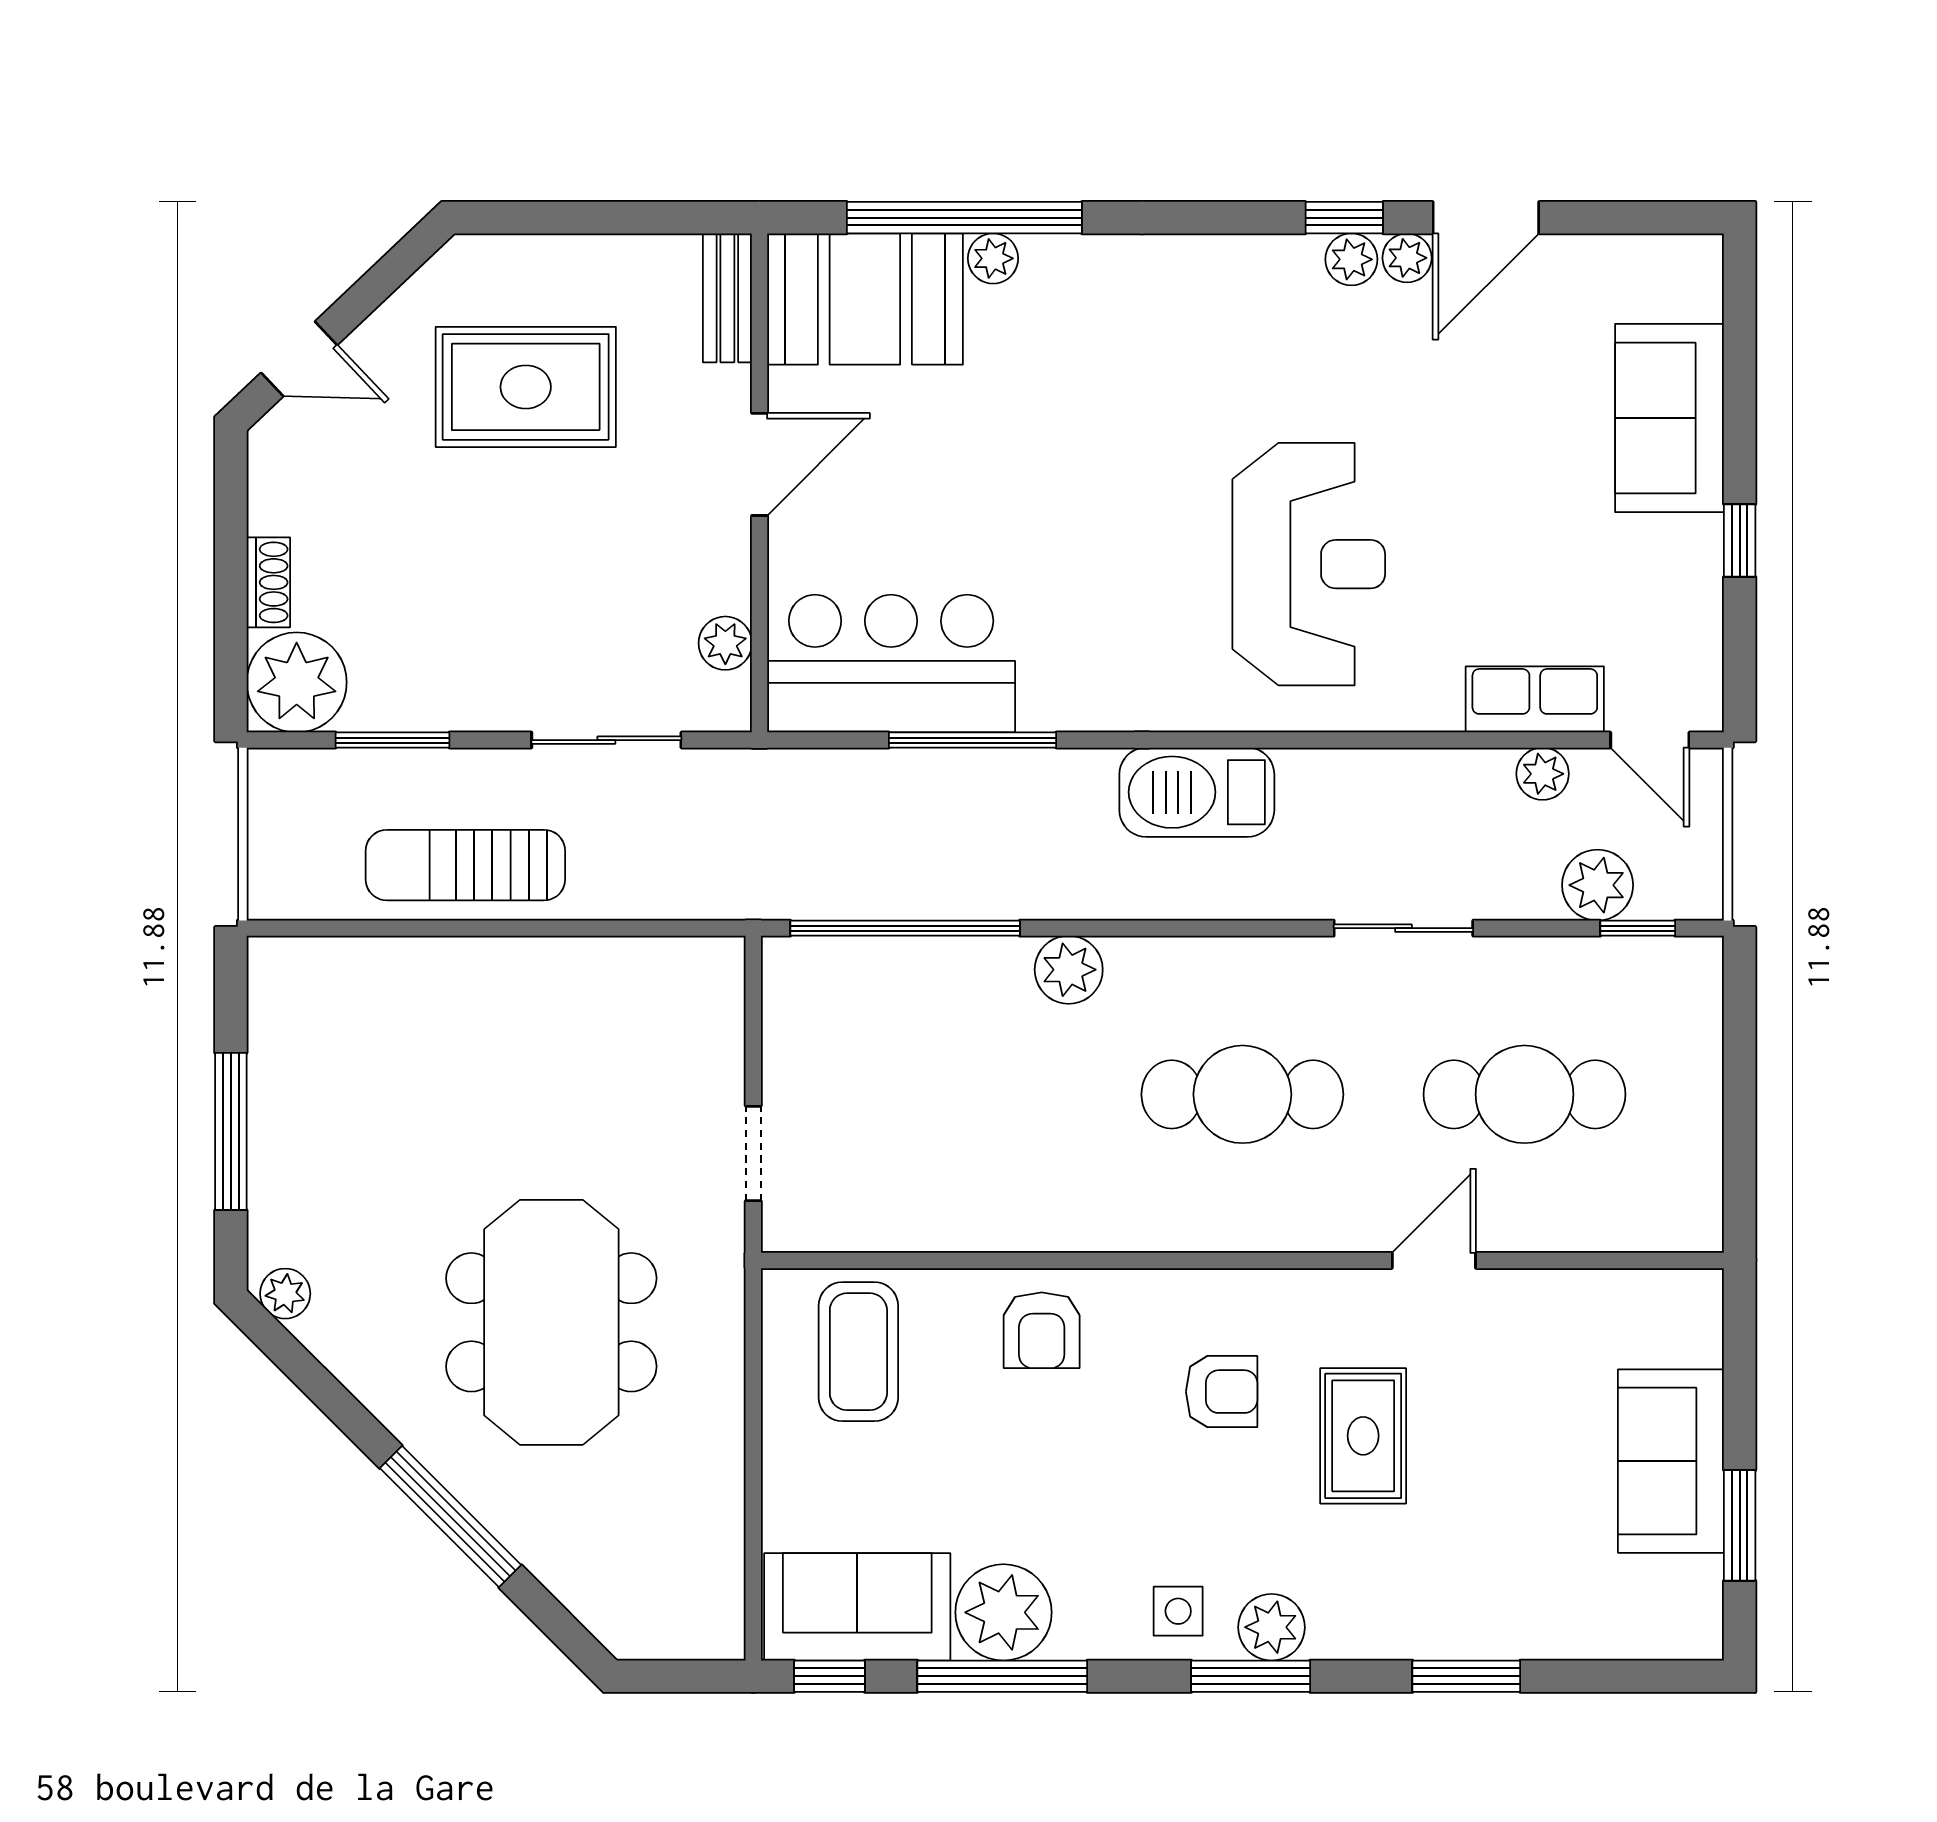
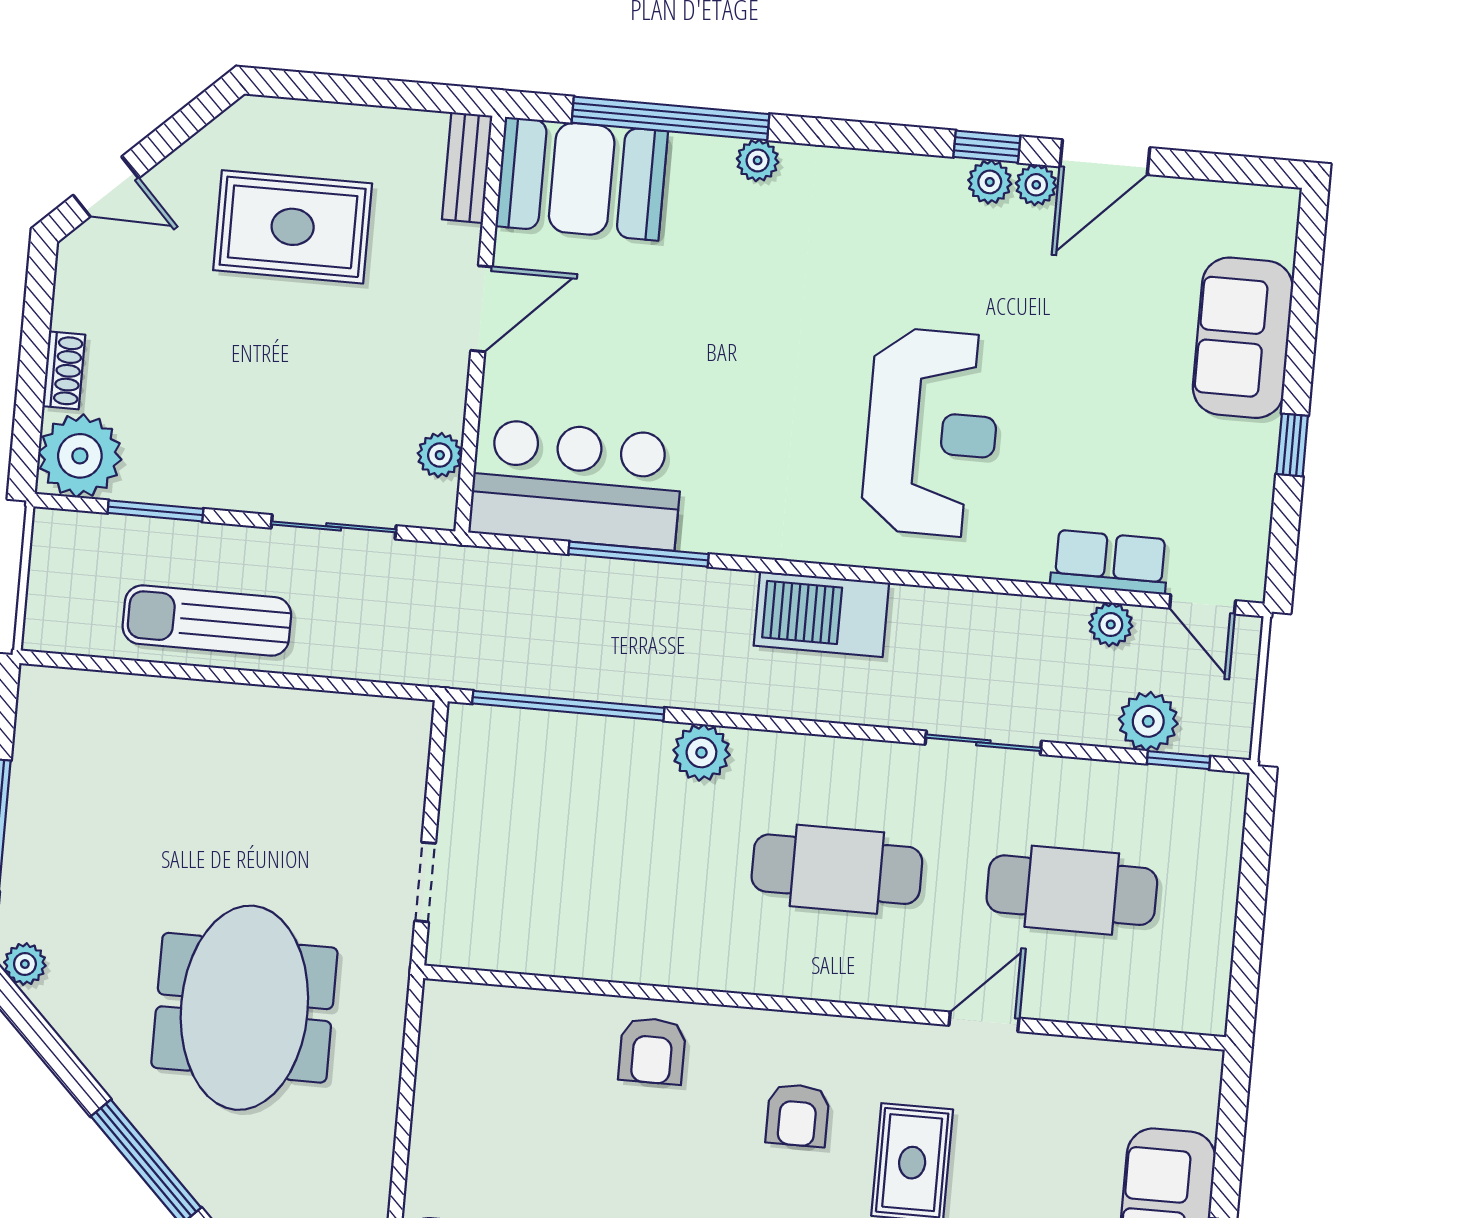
plant: (993, 258) -> (758, 160), moved
coffee table: (858, 1352) -> (498, 1055), removed
armchair: (1222, 1392) -> (797, 1115), turned 90

